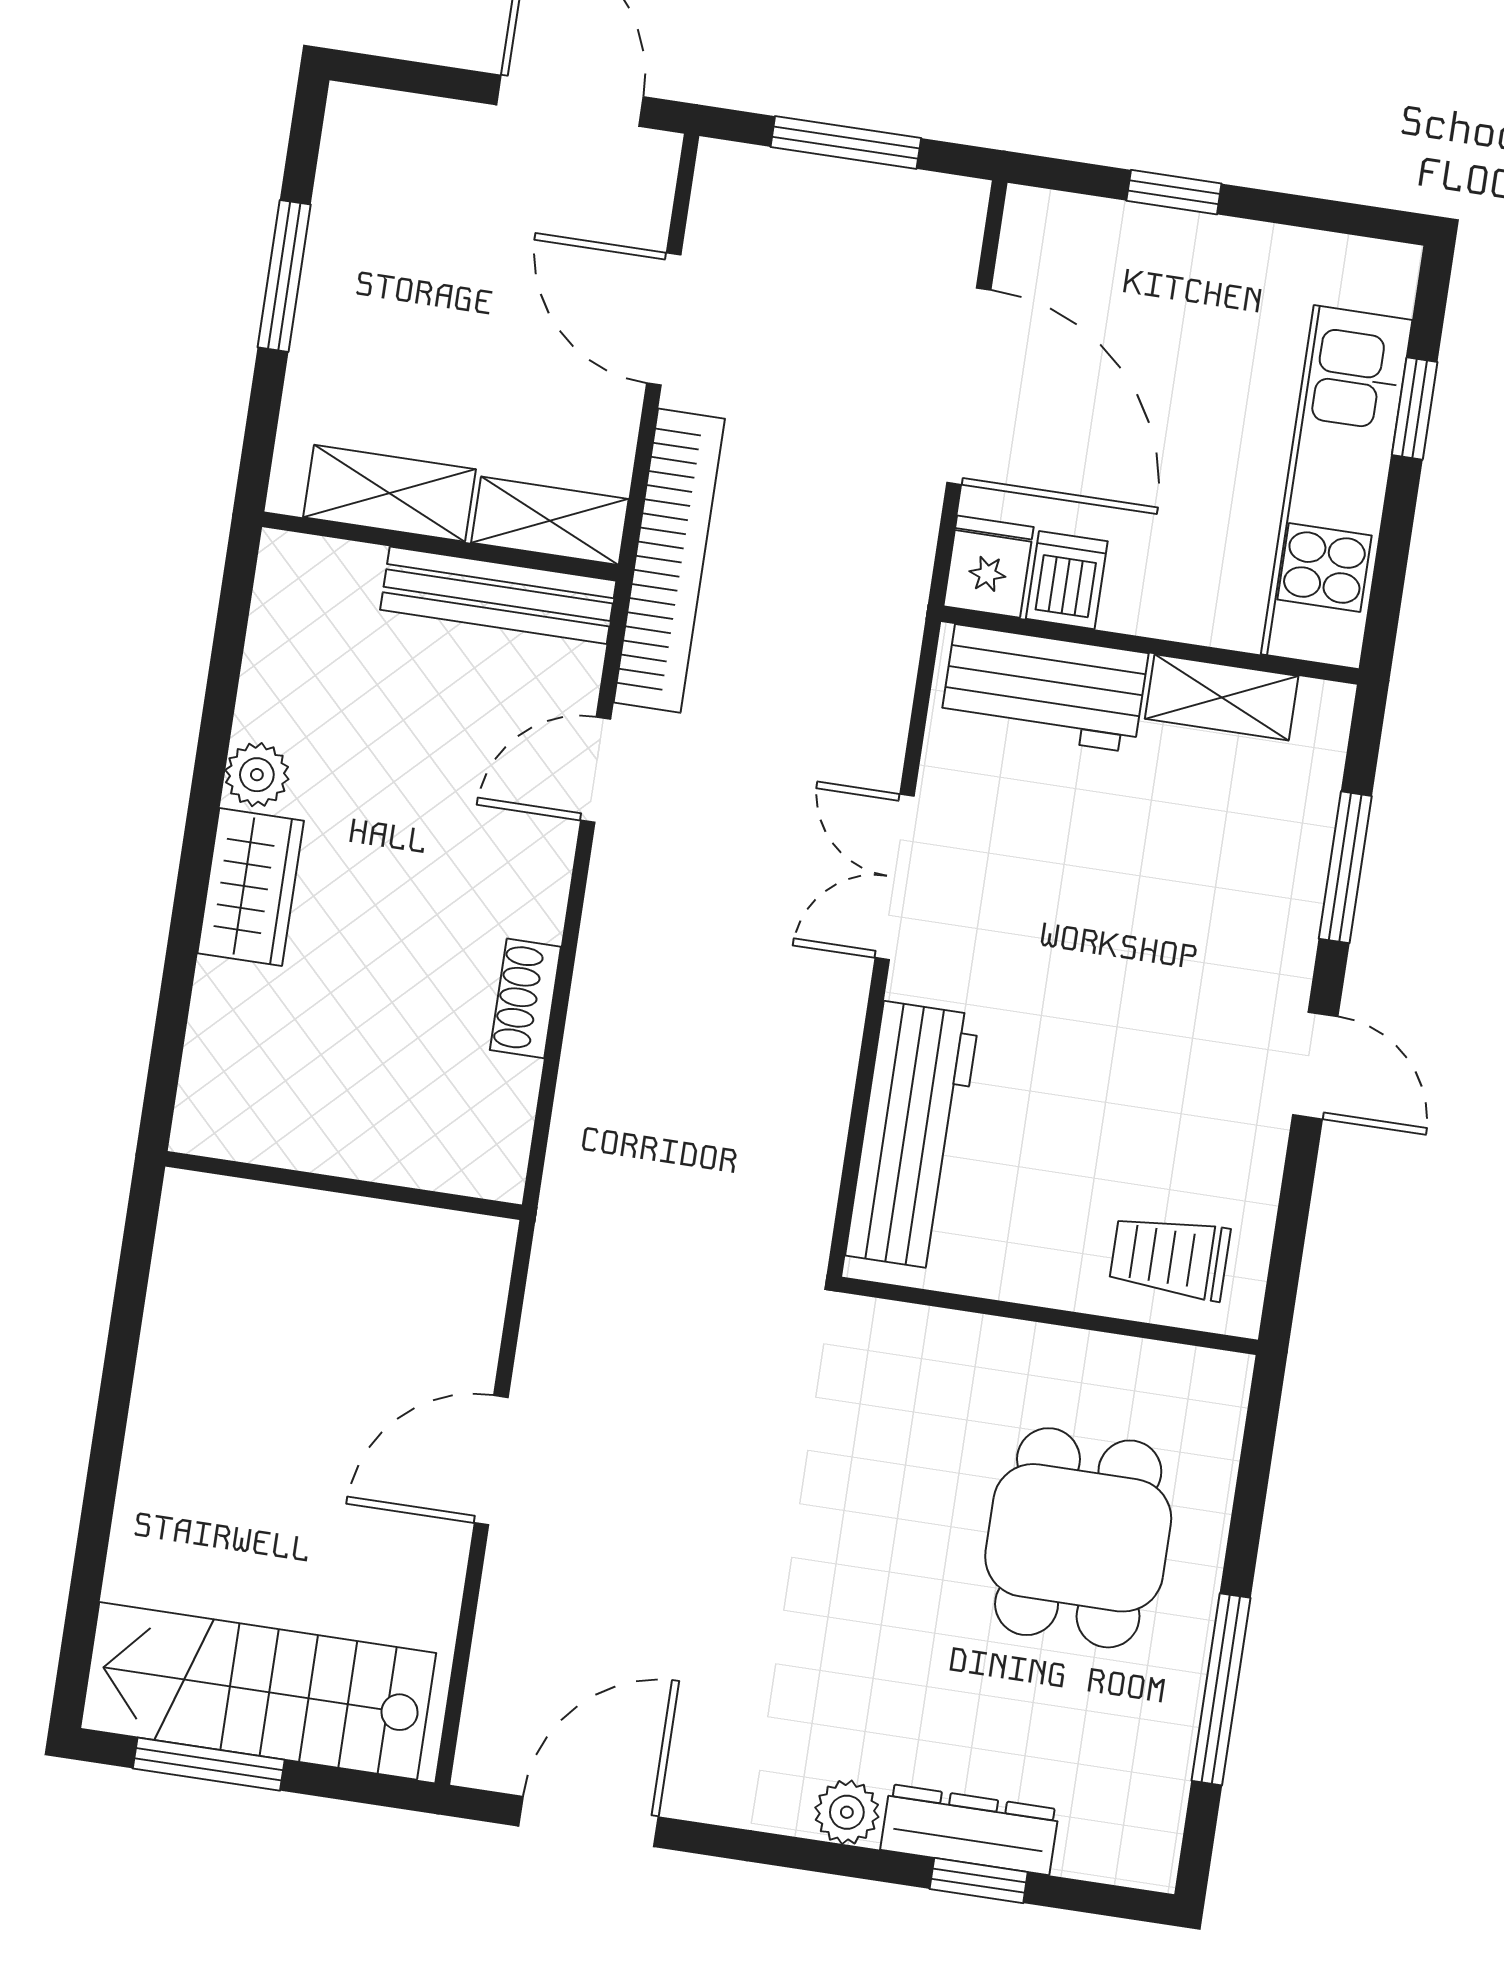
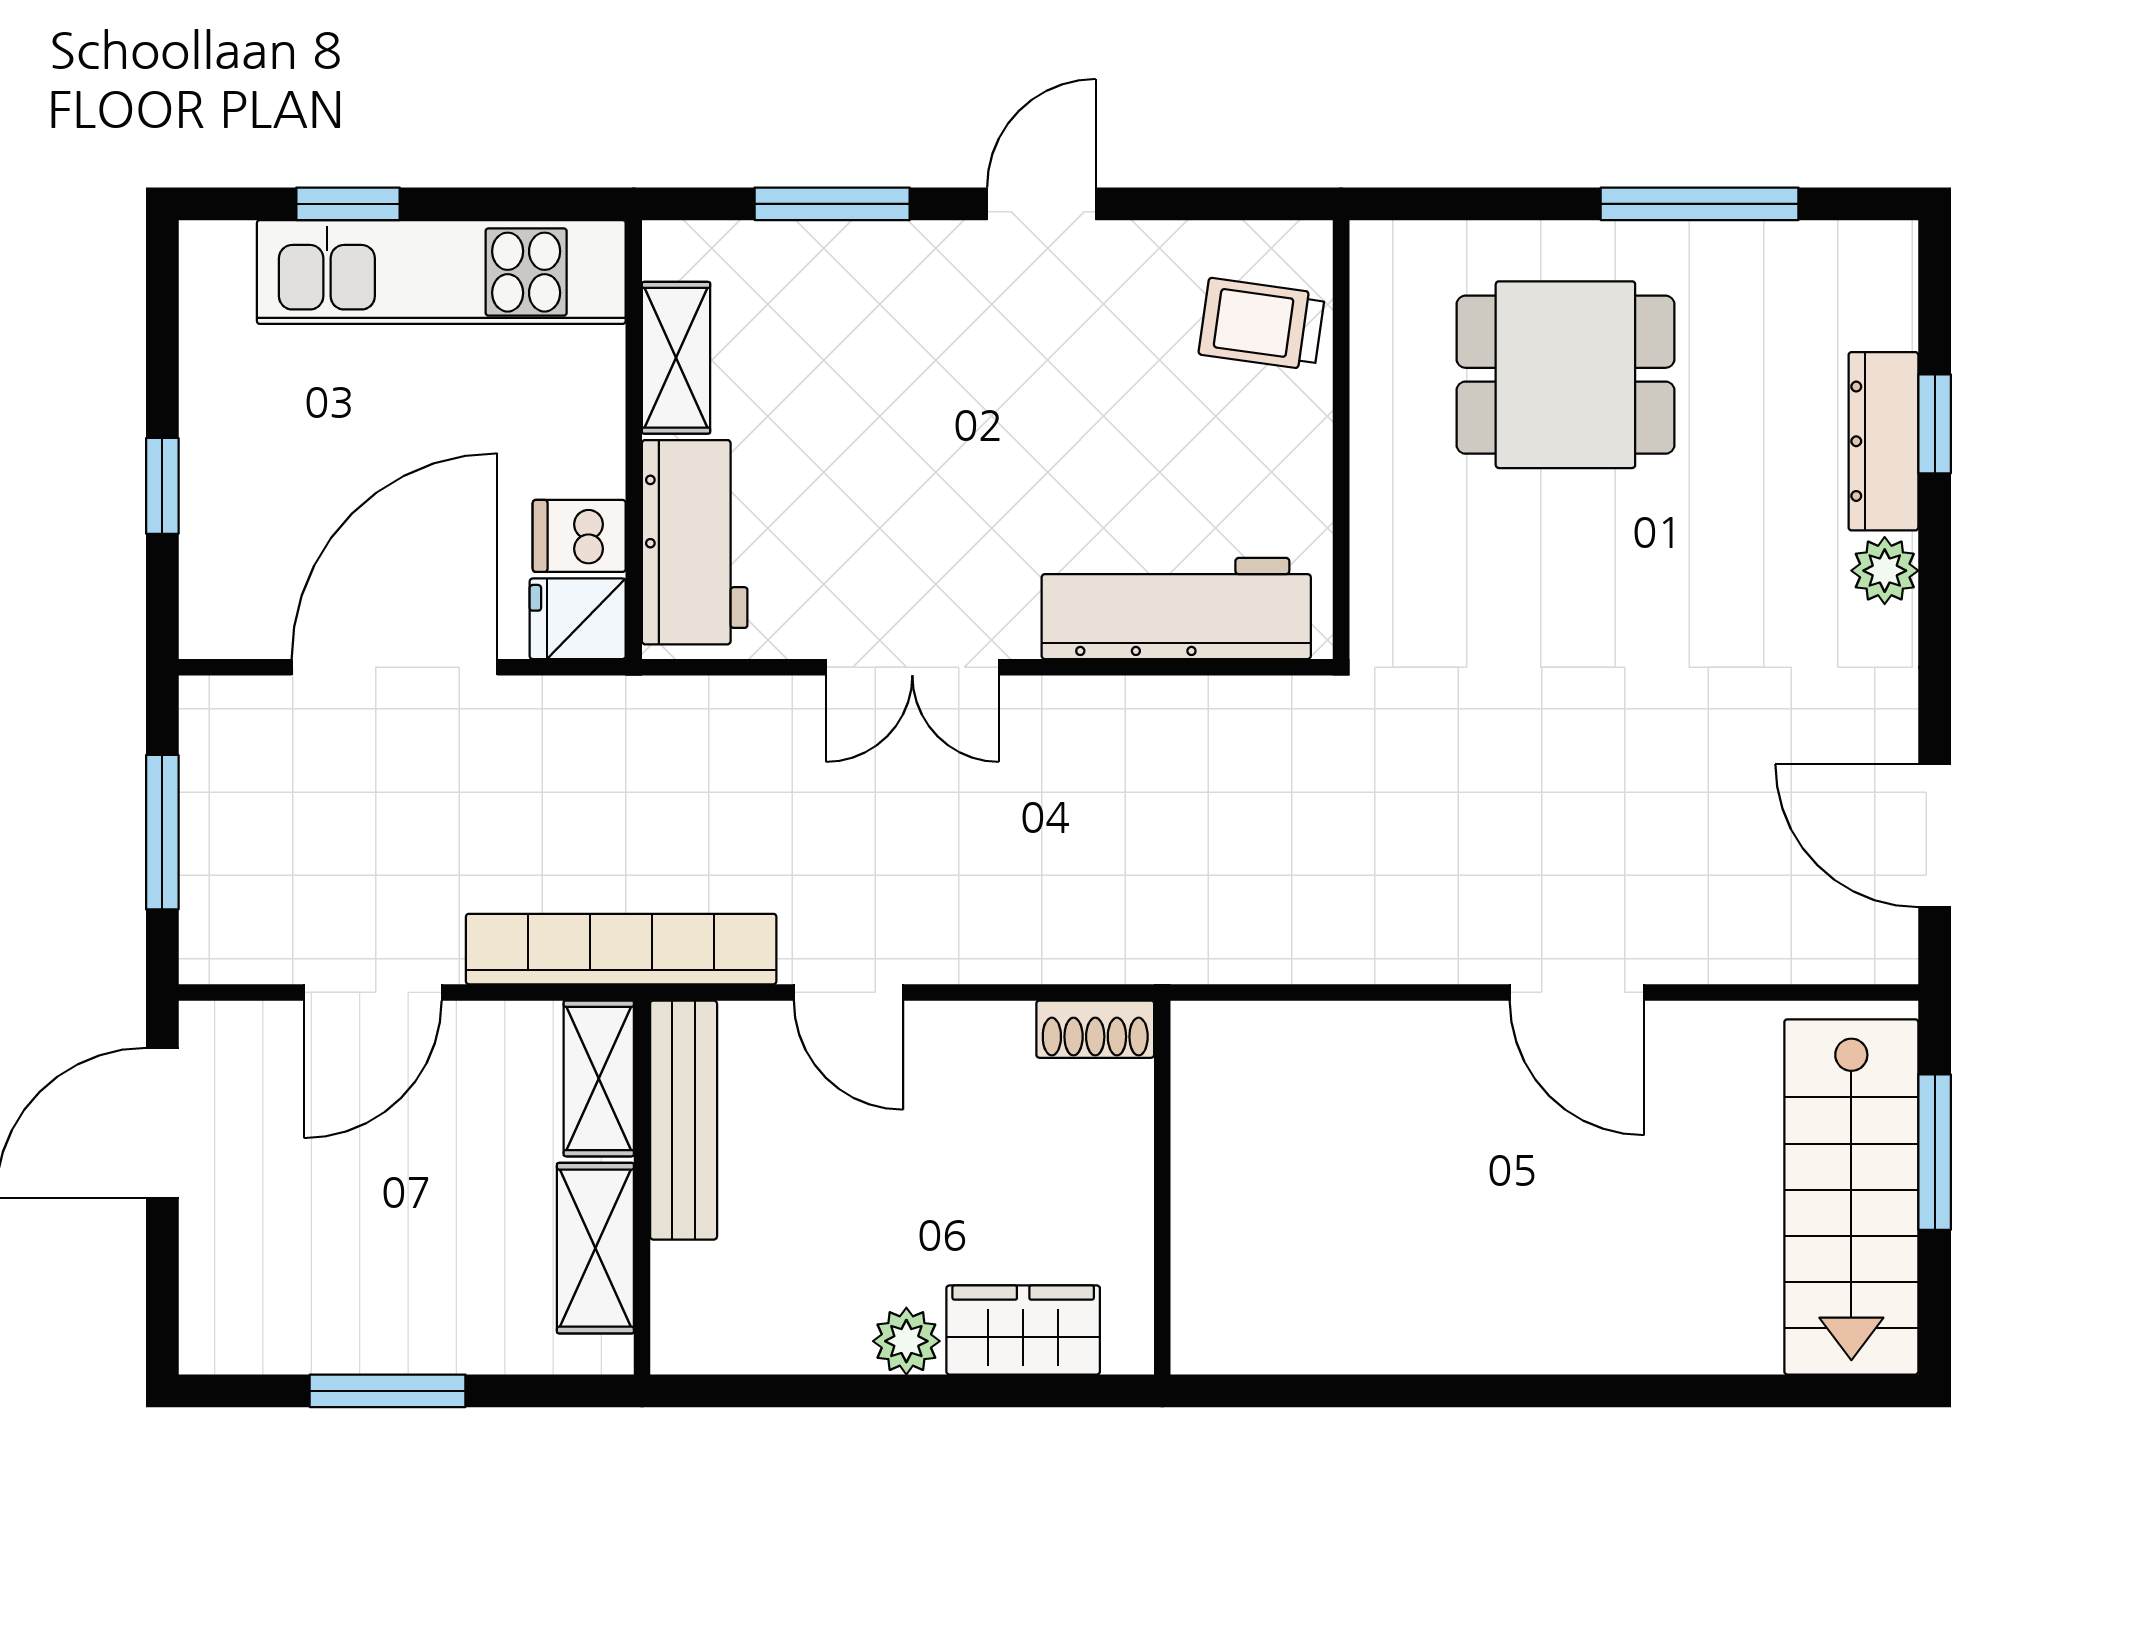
wall: (344, 1186) -> (1162, 1188), moved
trolley: (1170, 1257) -> (1262, 324), turned 98
window: (209, 1764) -> (1935, 1152), moved

